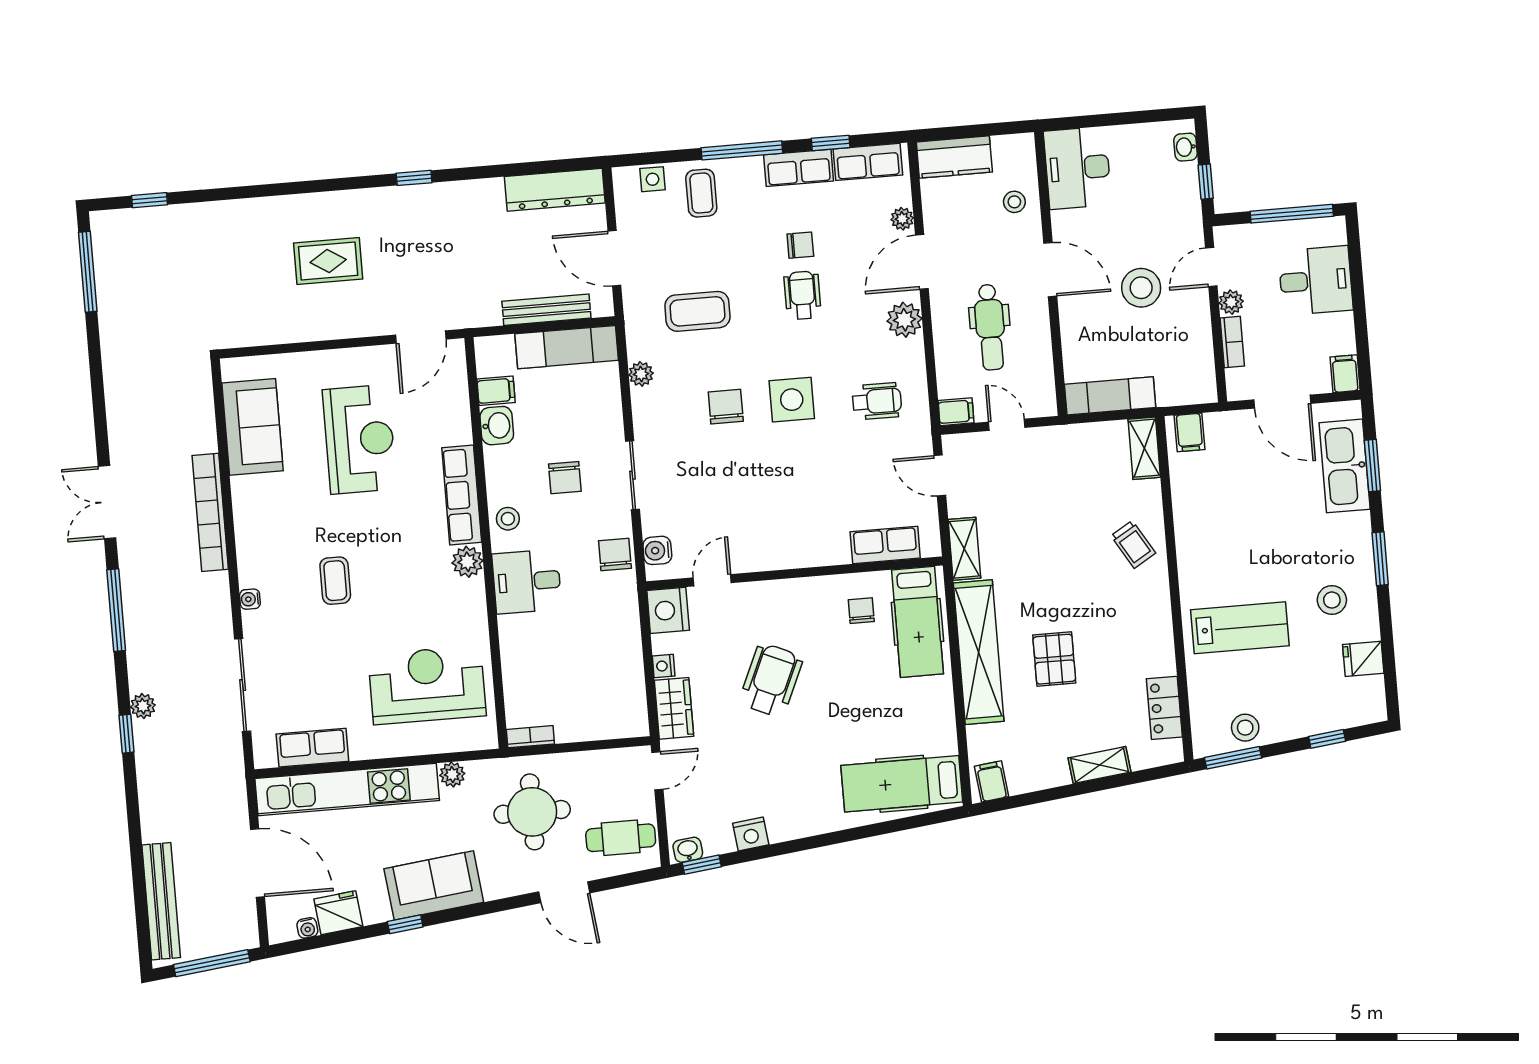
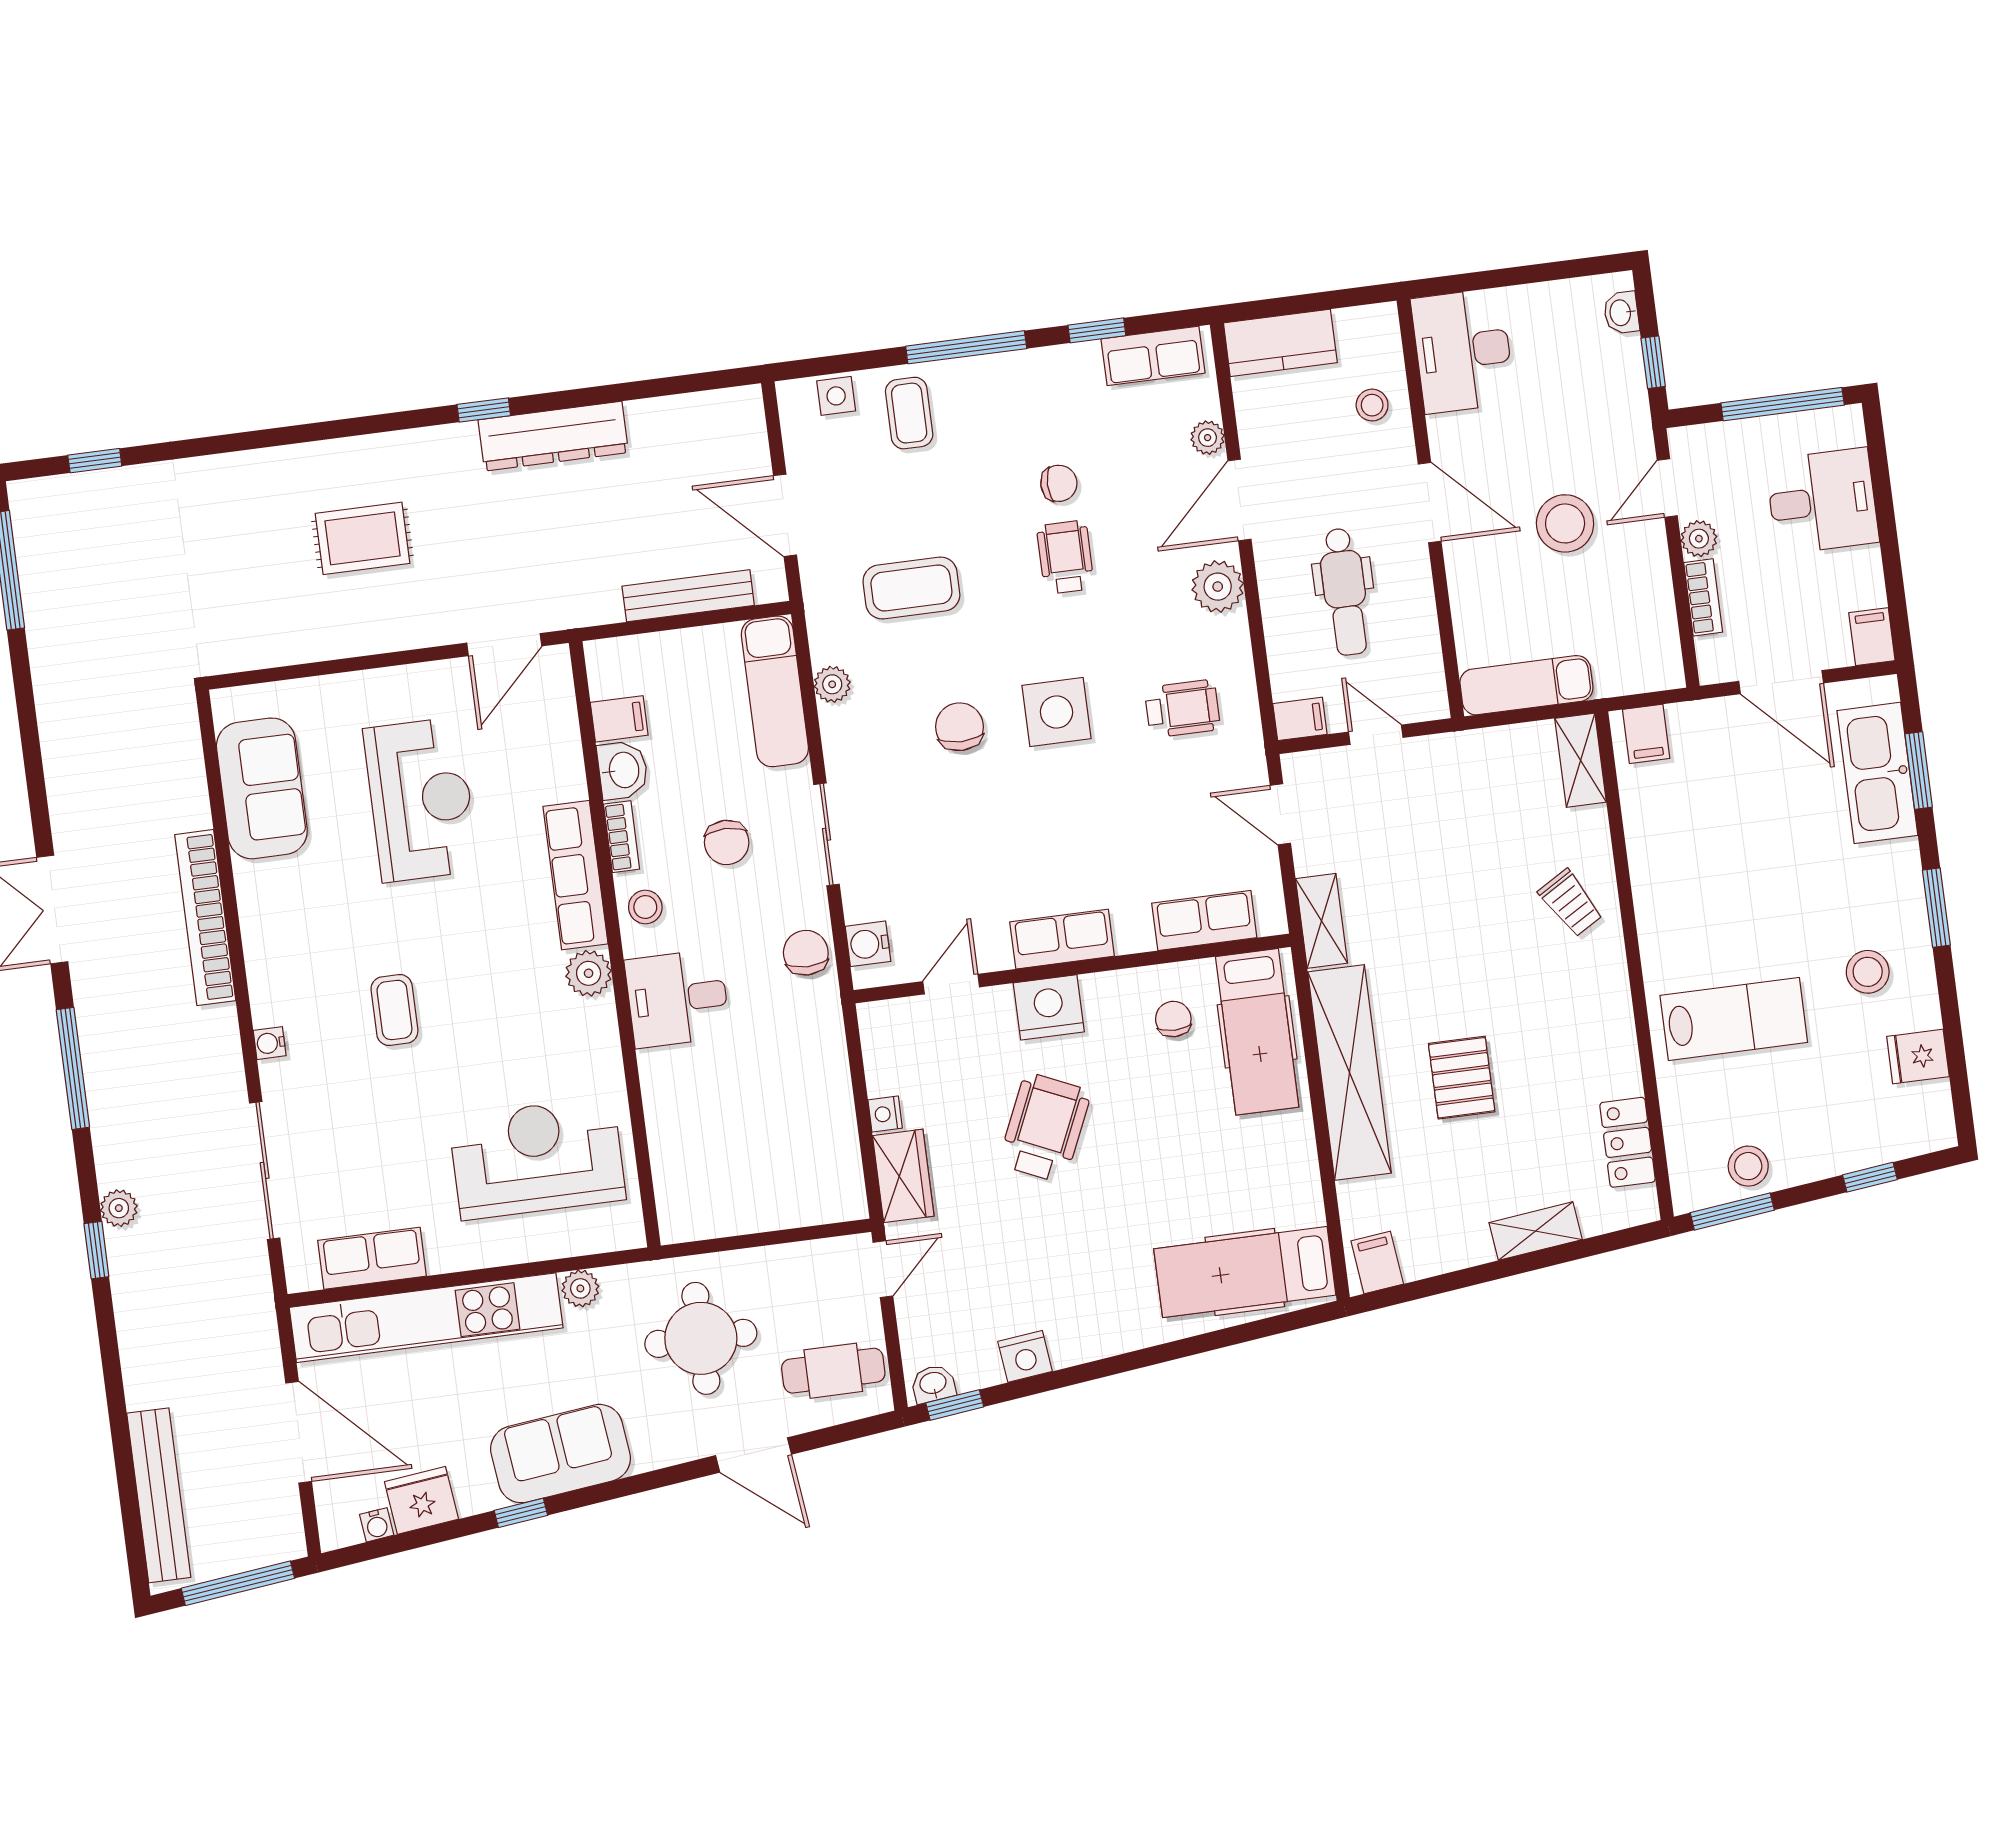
row of seats: (799, 168) -> (1062, 939), moved, turned 180
dresser: (555, 190) -> (553, 436), moved
exam couch: (567, 347) -> (775, 691), moved, turned 90
nightstand: (668, 610) -> (1049, 1007), moved, turned 90
bookcase: (530, 737) -> (622, 837), moved, turned 90

